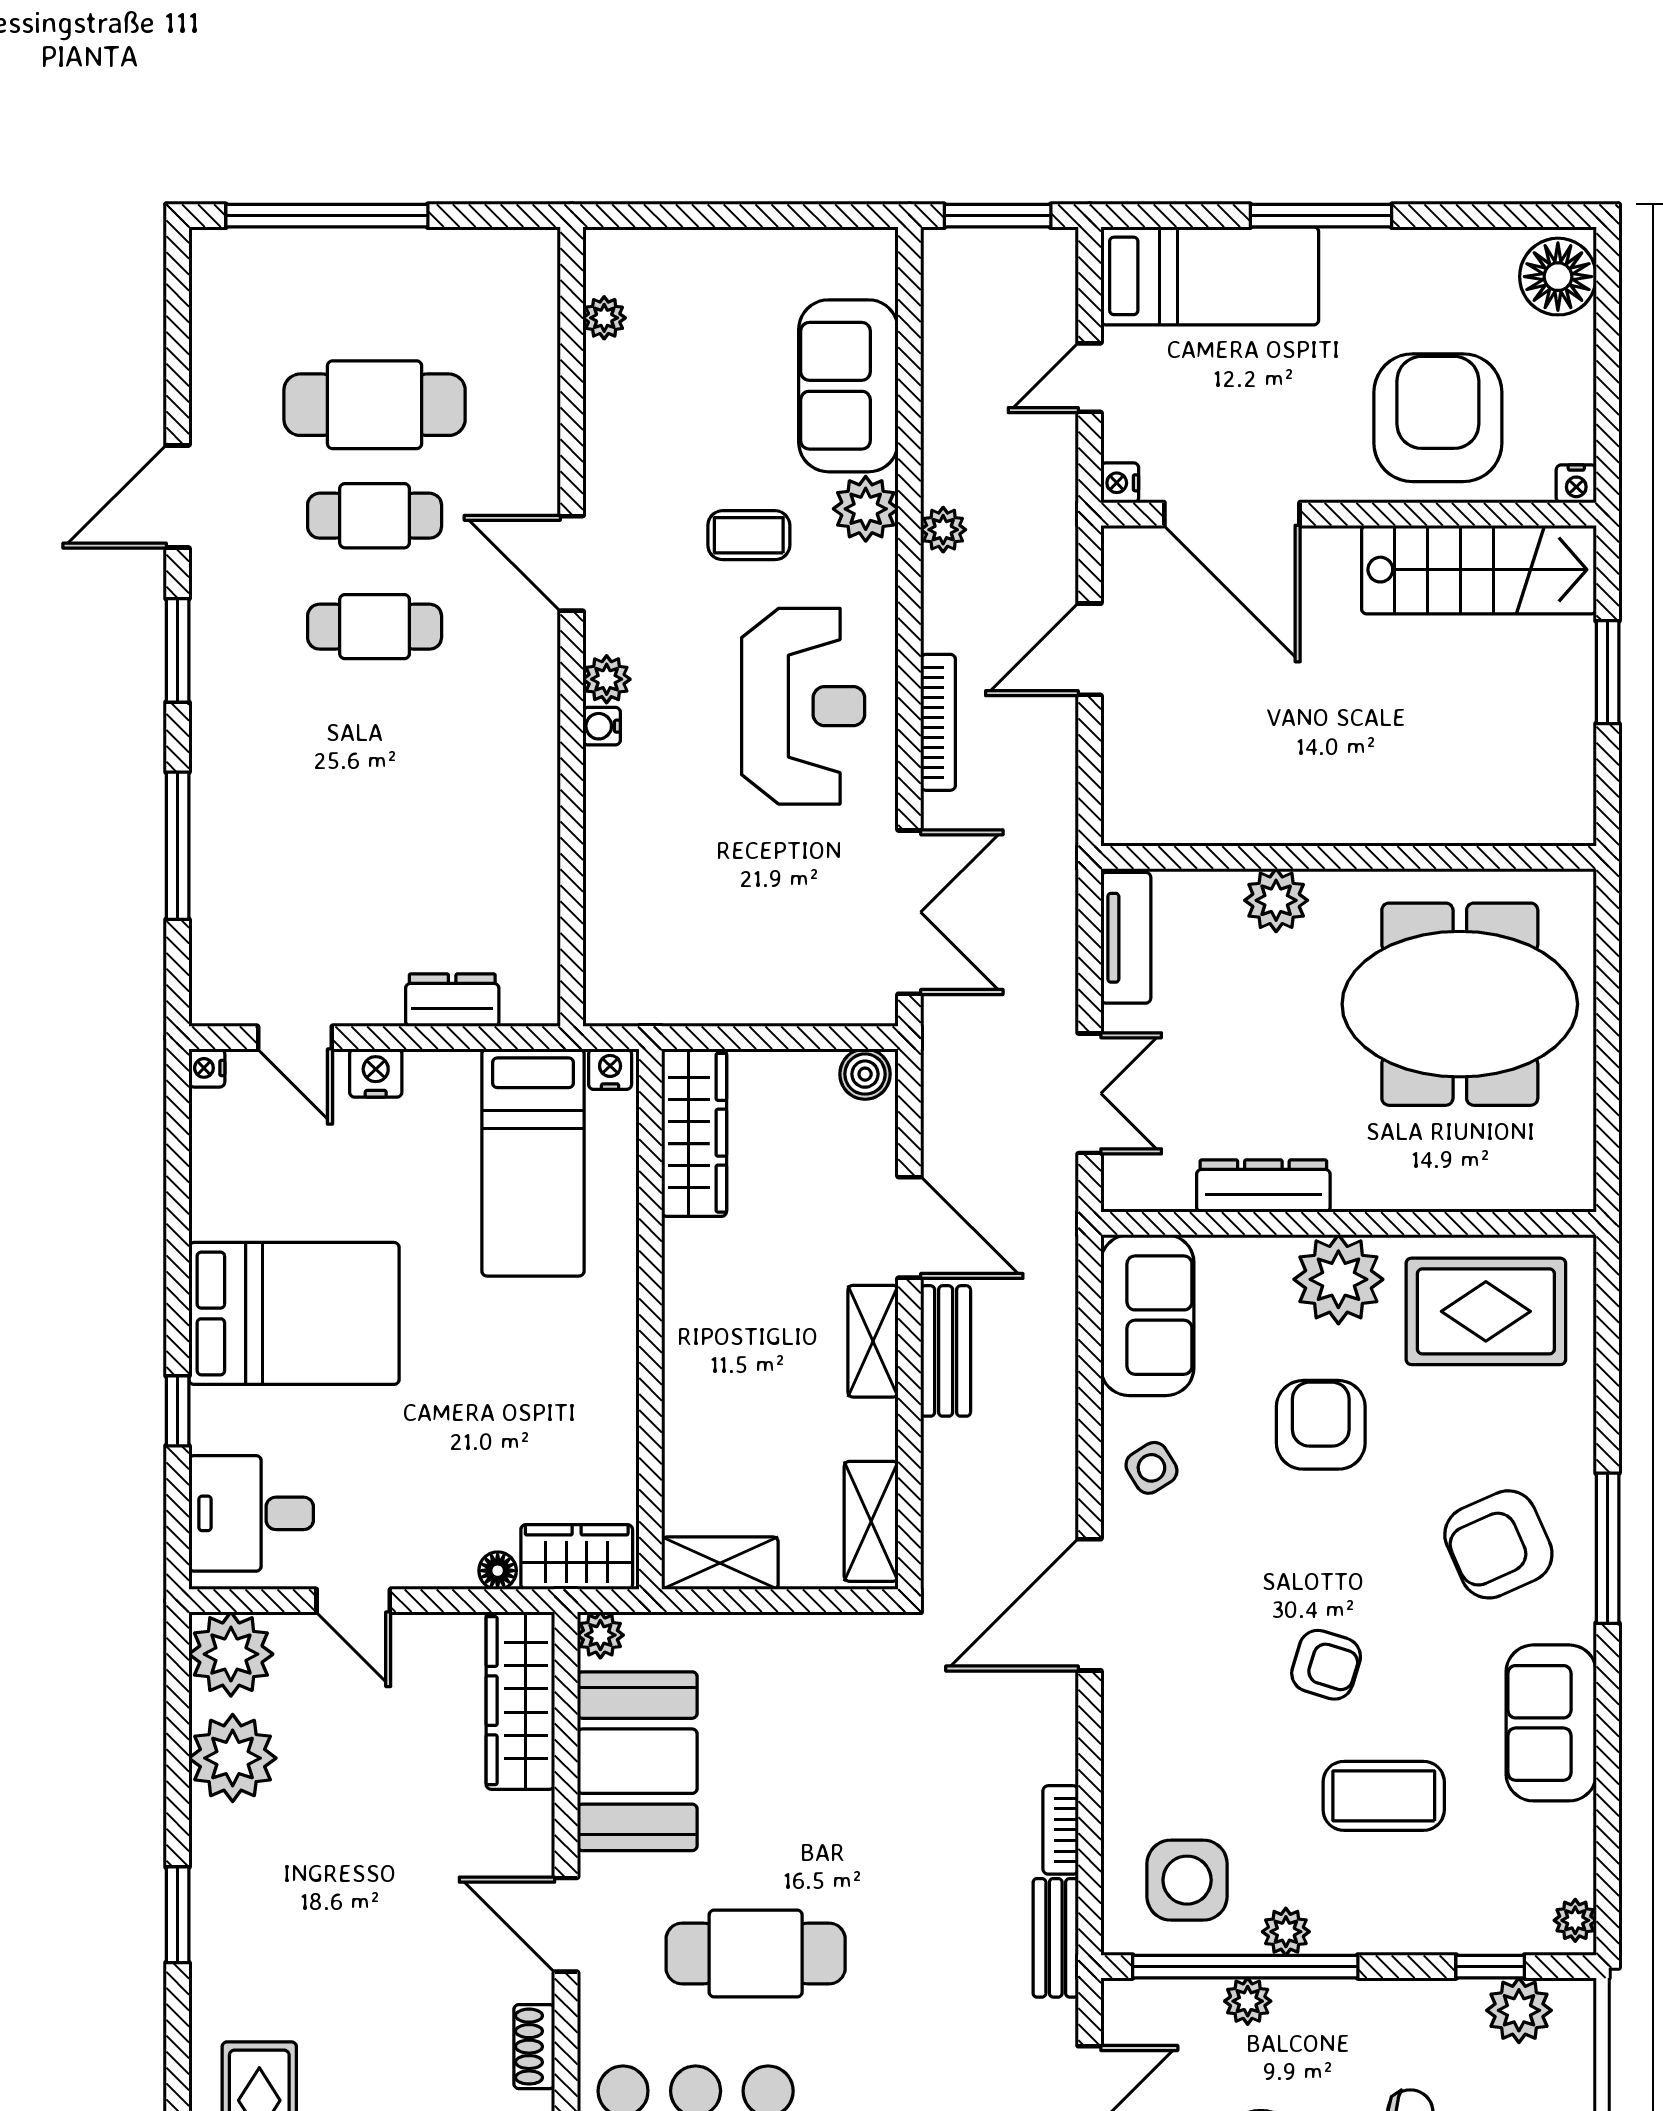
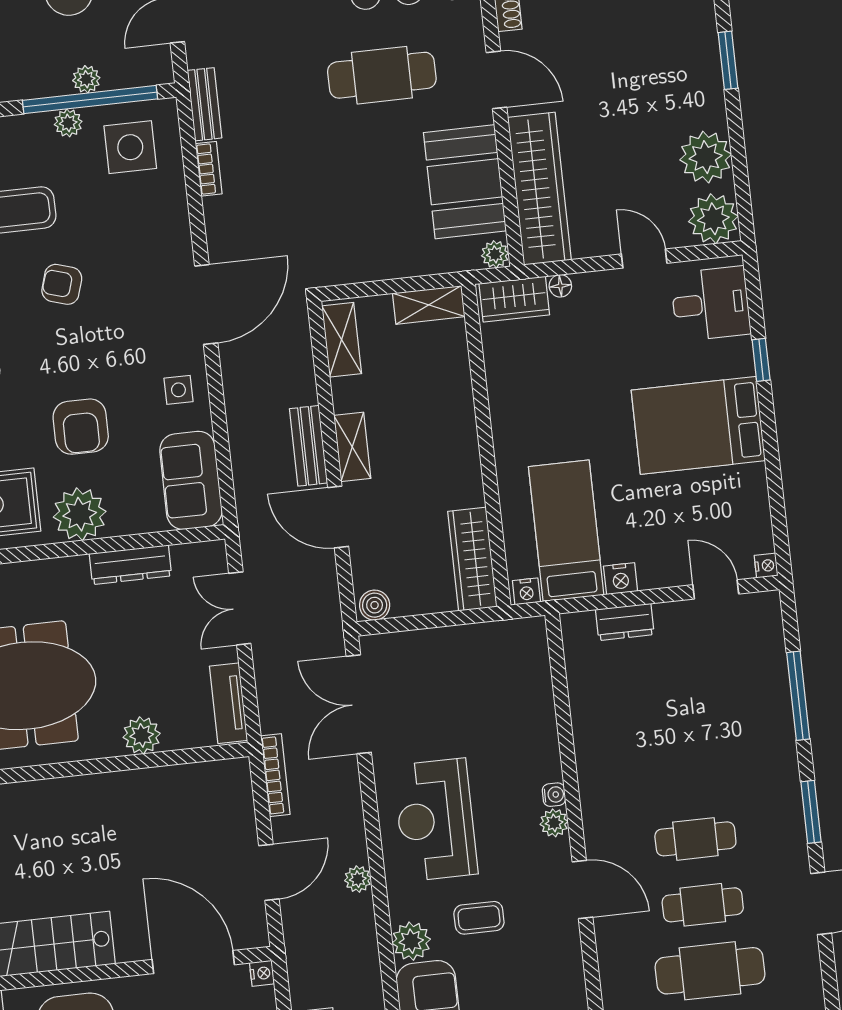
plant: (943, 530) -> (358, 879), moved
bookcase: (938, 722) -> (275, 775), moved, turned 180
nightstand: (376, 1073) -> (621, 579), moved
side table: (1151, 1468) -> (178, 390), turned 32
wardrobe: (520, 1701) -> (539, 189), width x1.40, depth x1.17

